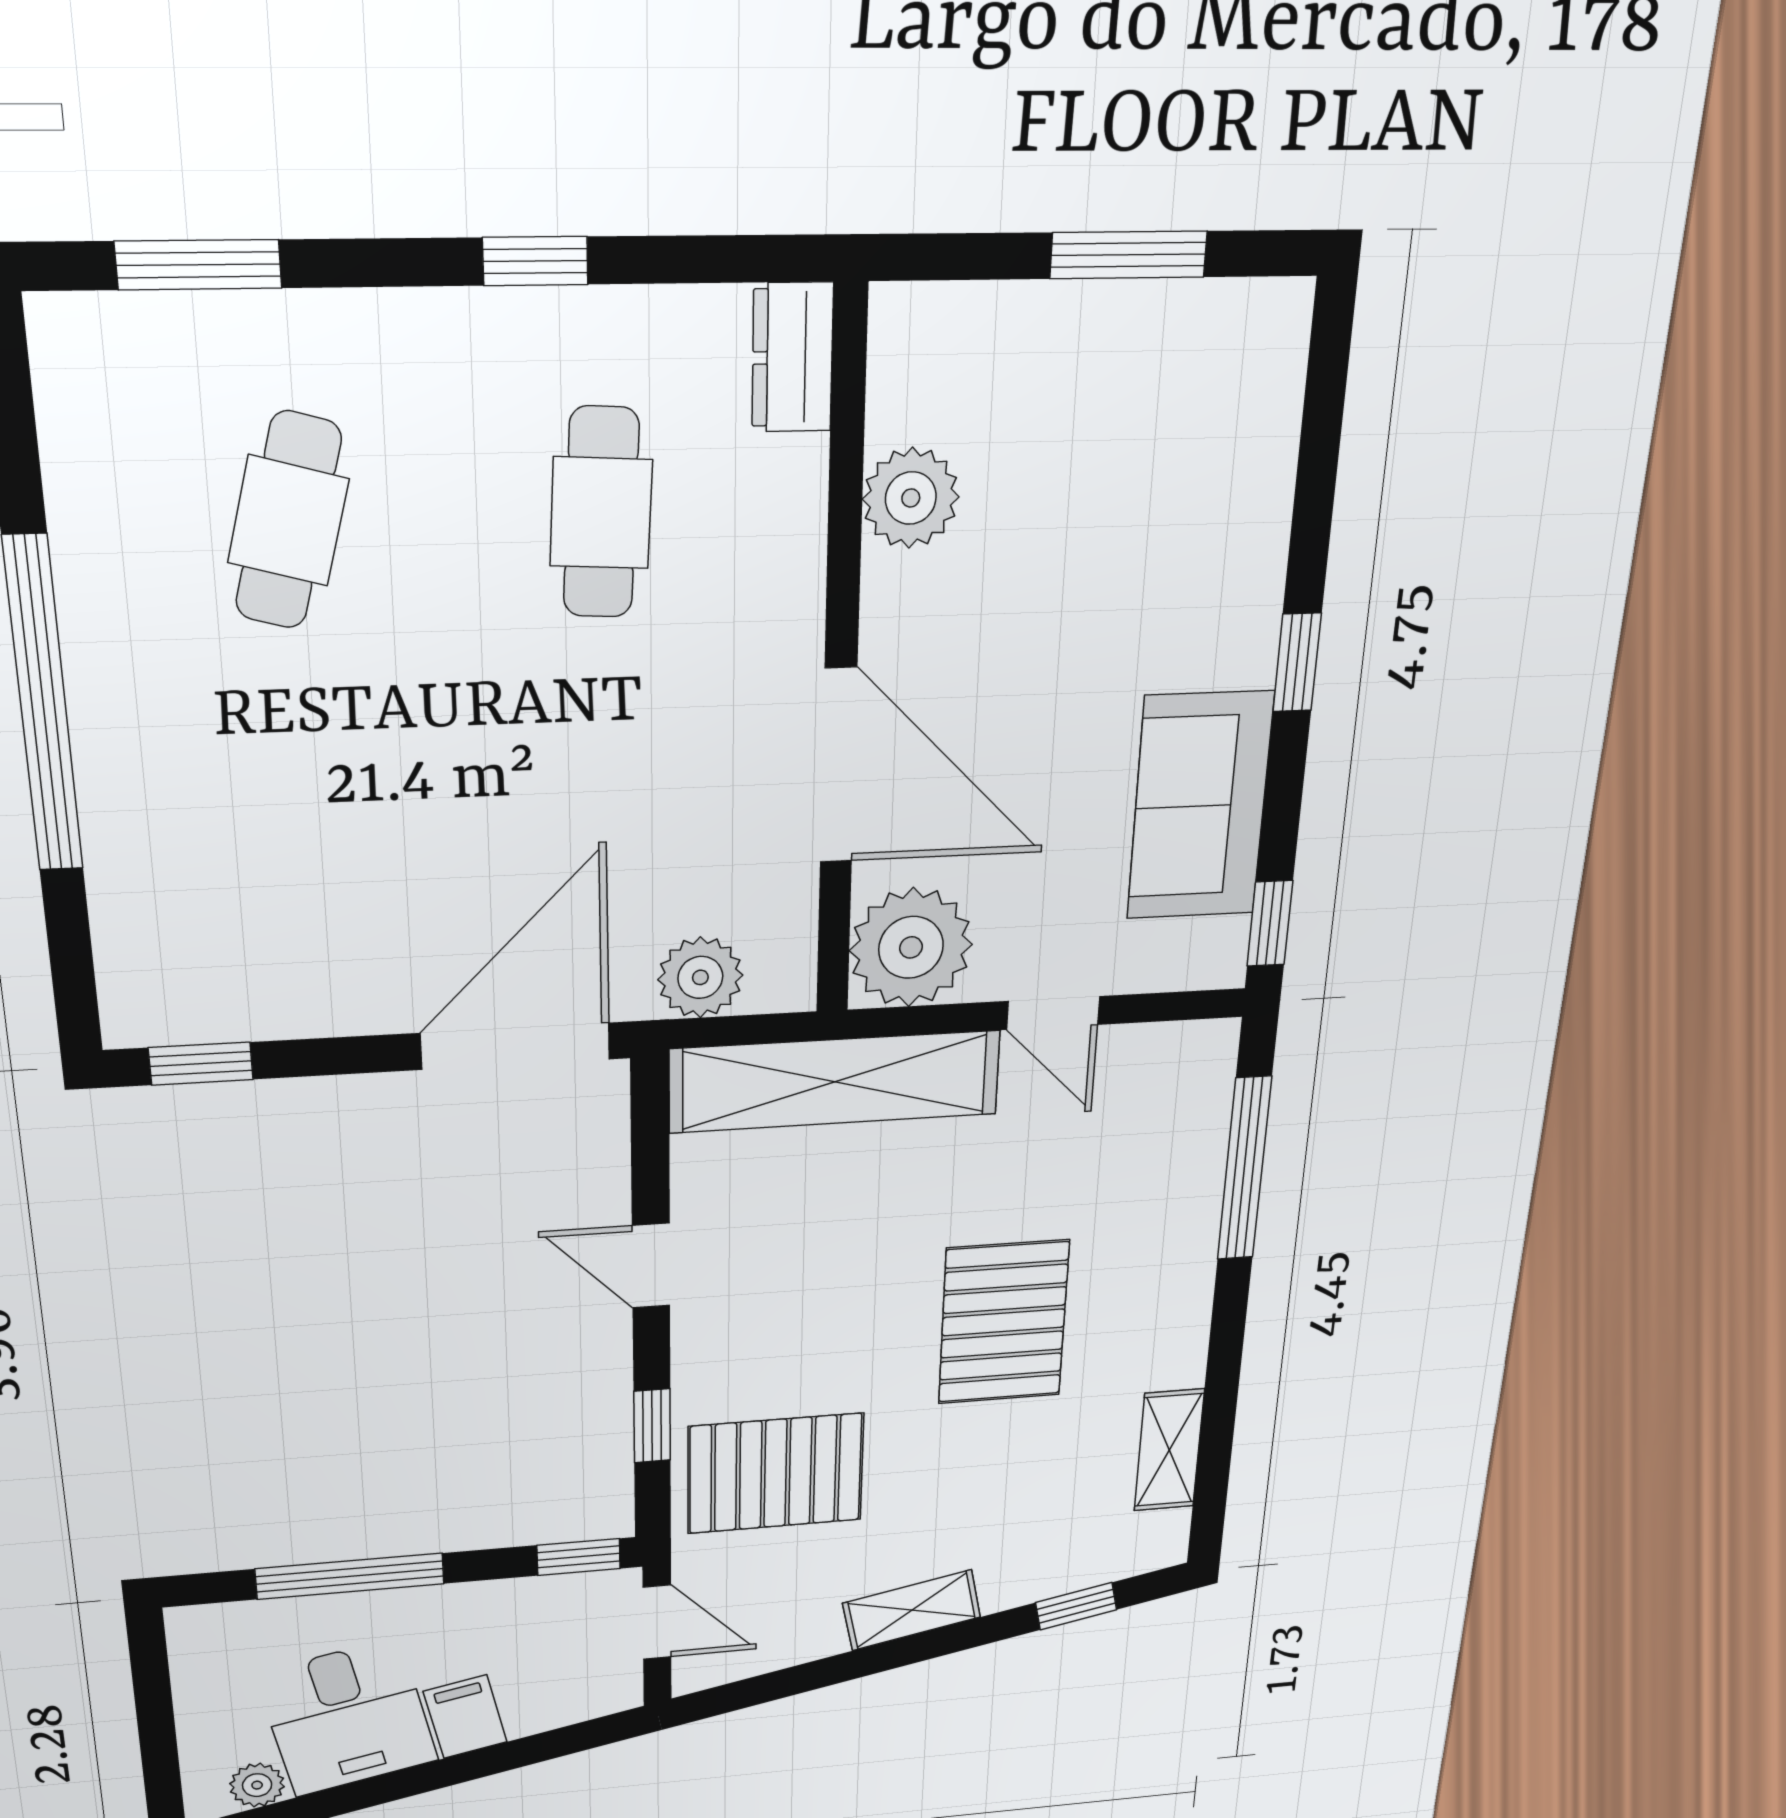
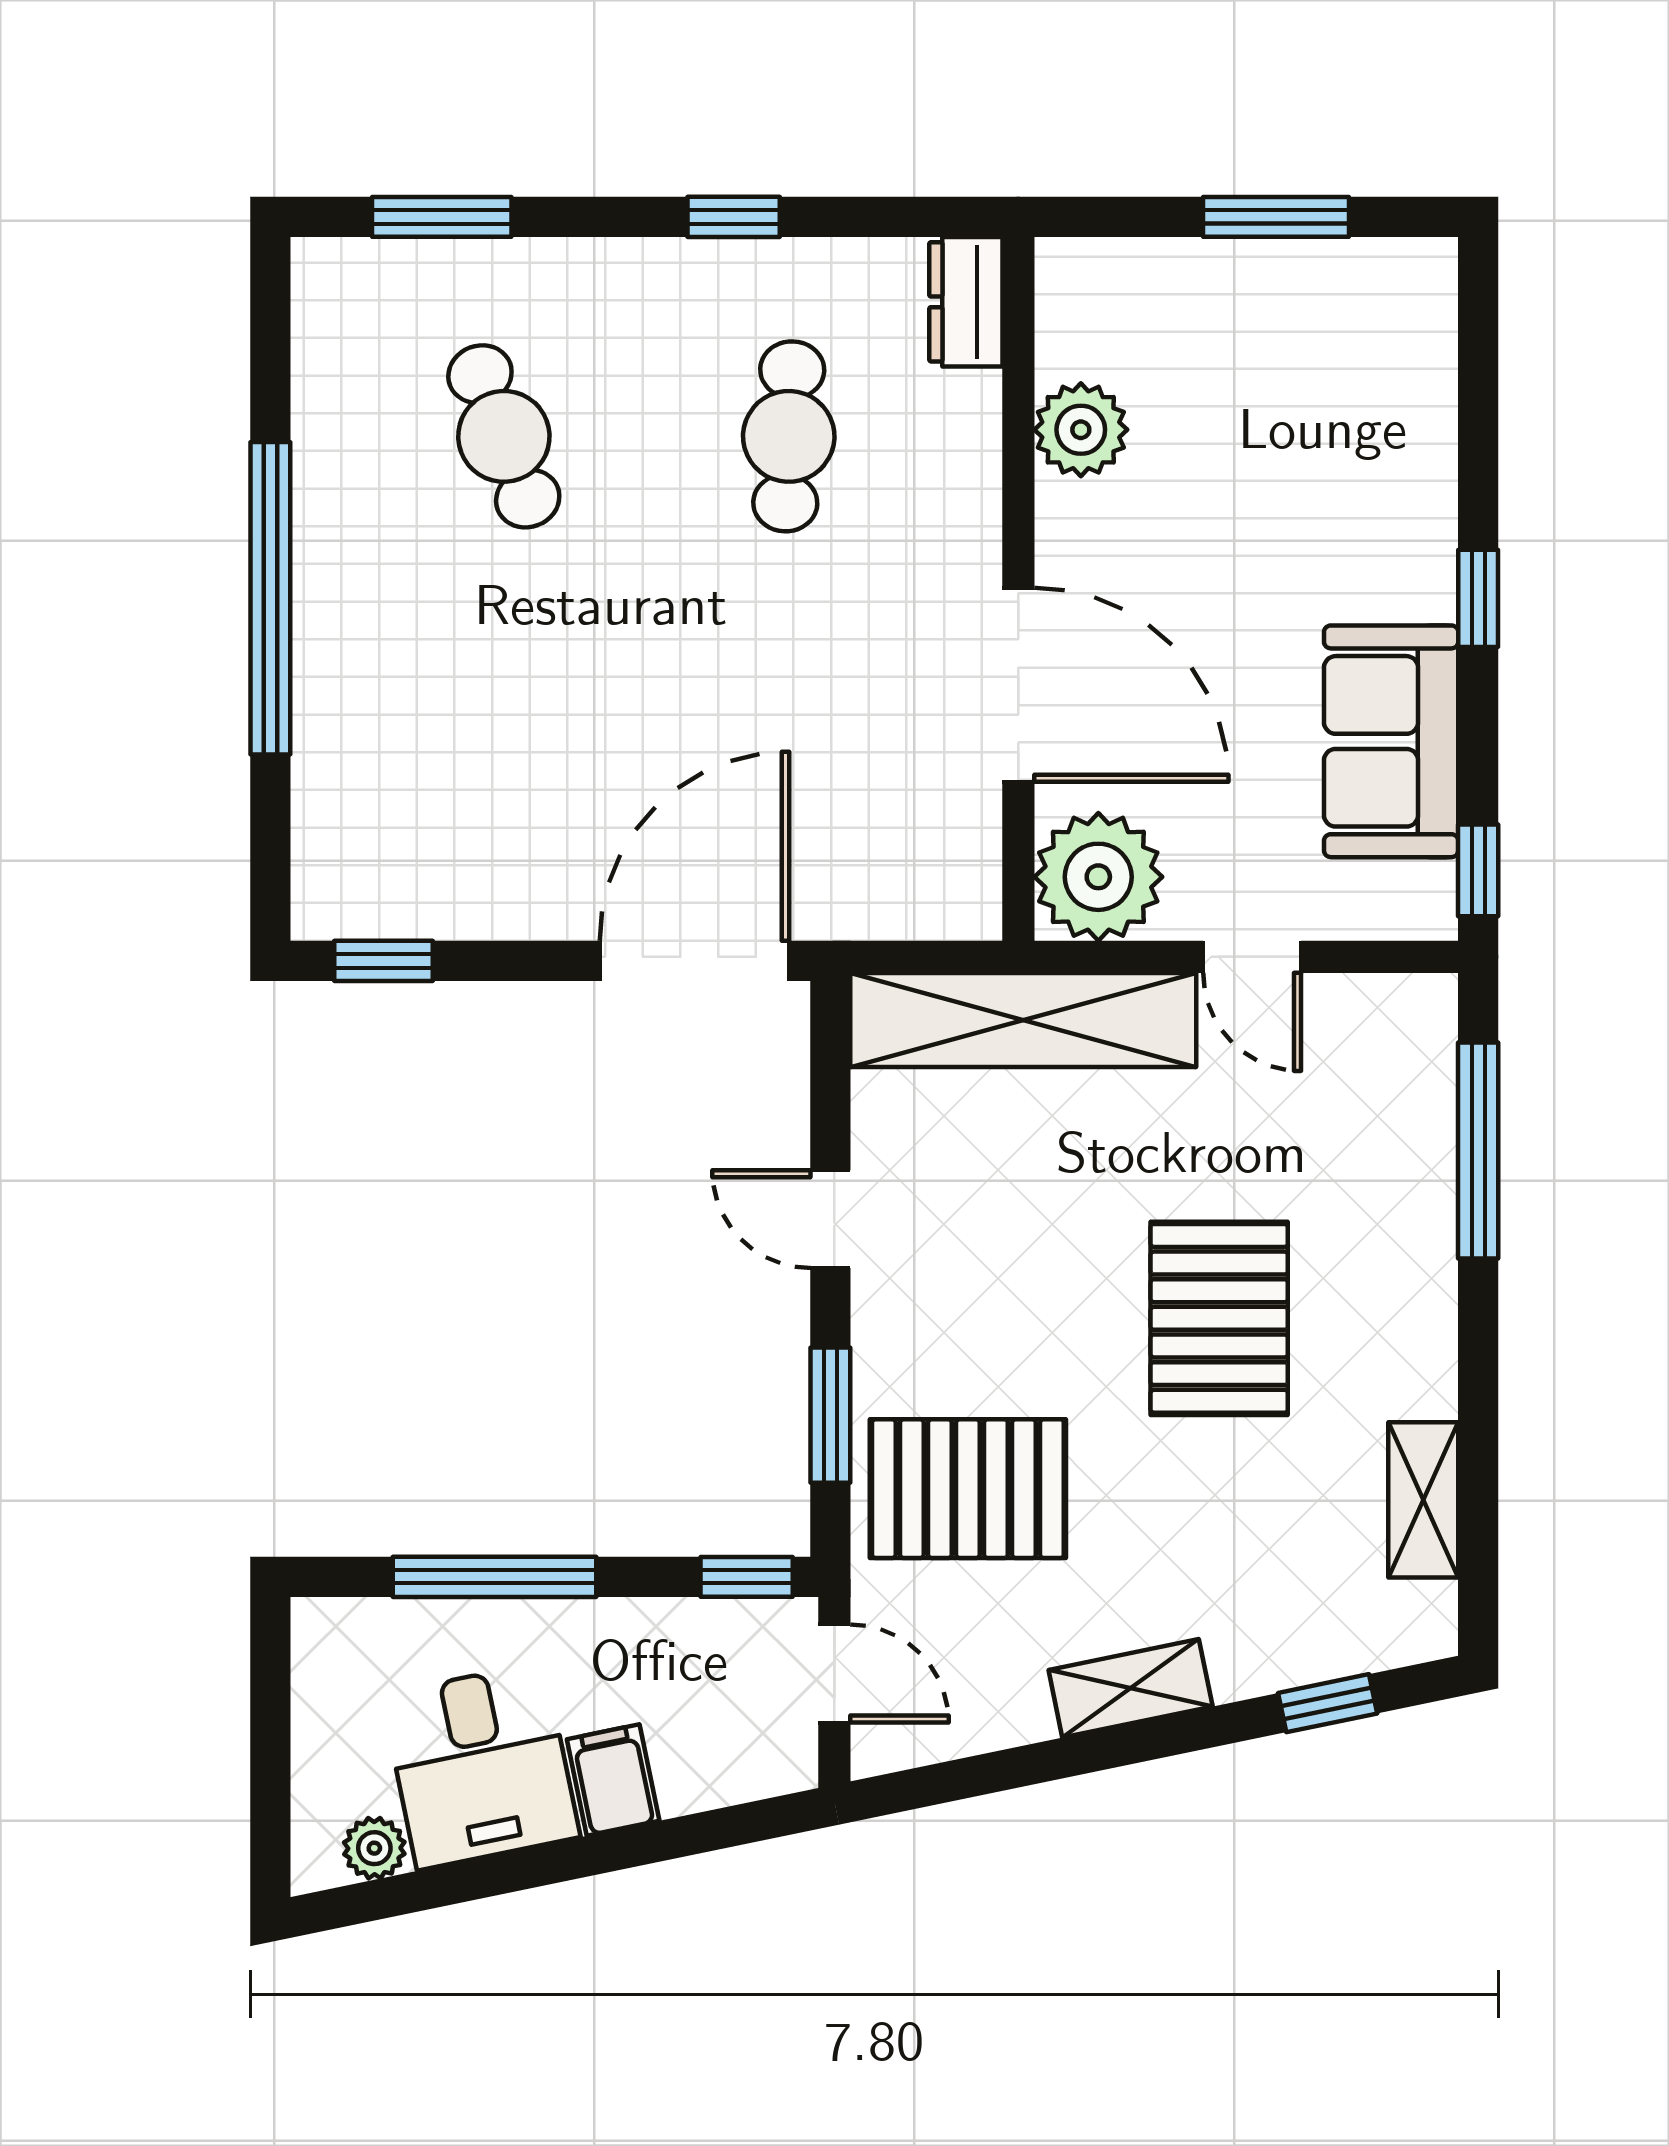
cafe table: (288, 521) -> (504, 436), turned -36
plant: (700, 977) -> (882, 897), removed
window: (652, 1426) -> (830, 1415), width x1.50

